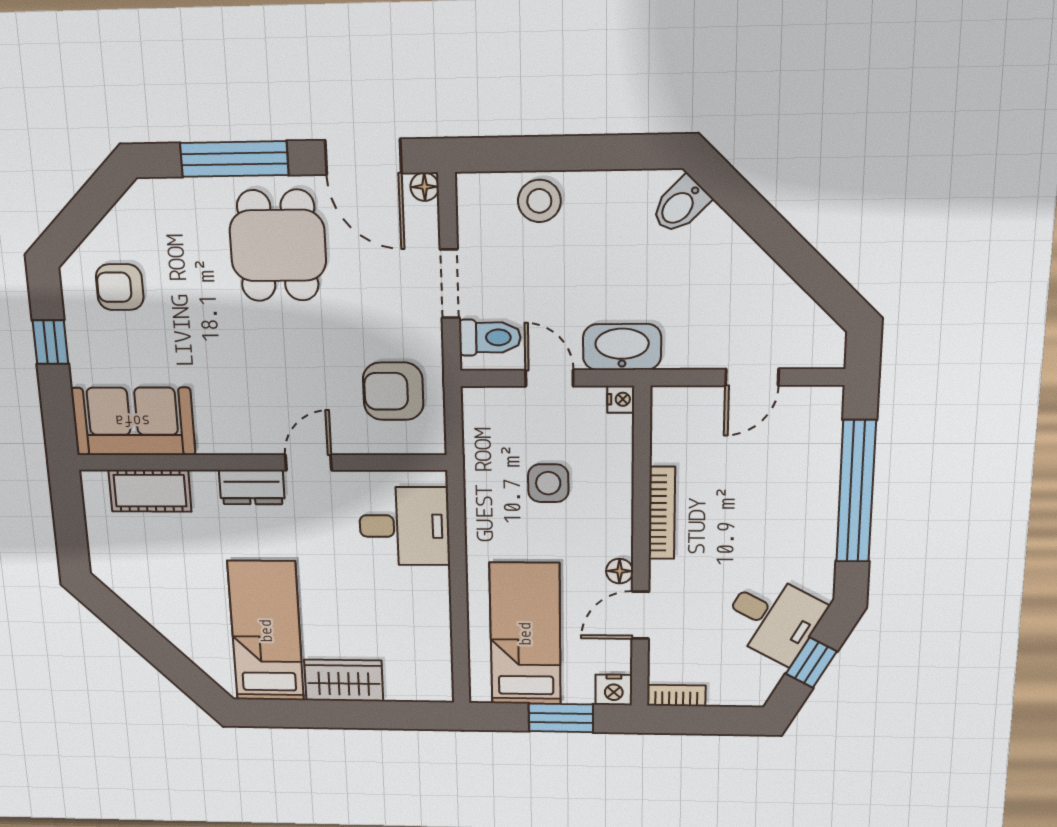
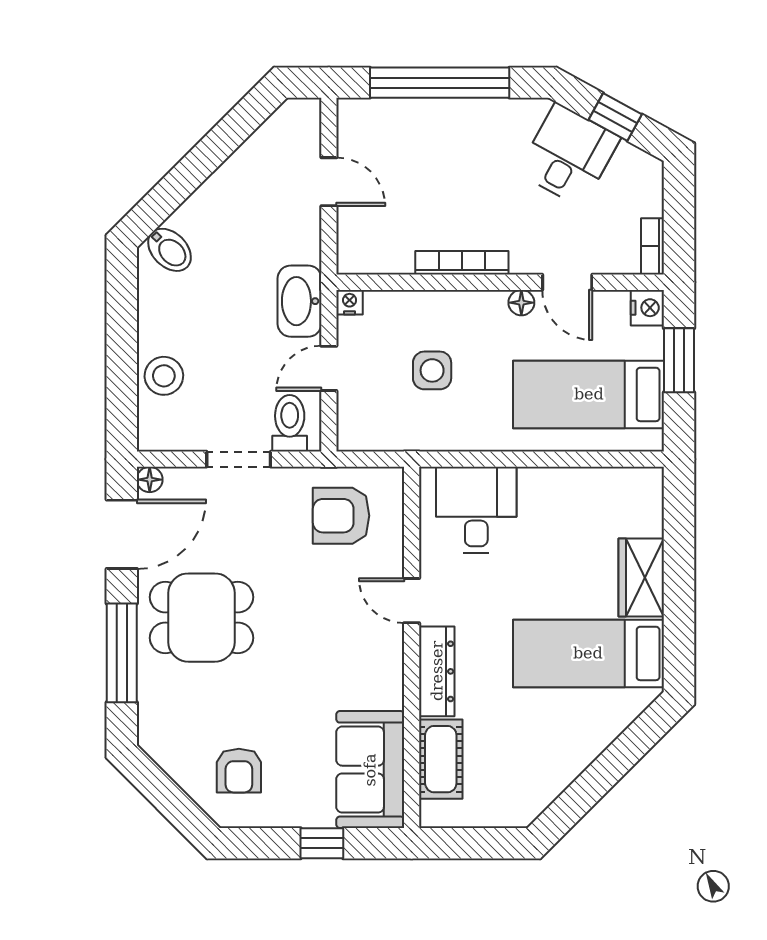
window: (50, 342) -> (322, 843), moved
armchair: (393, 391) -> (341, 516), turned 90
dresser: (252, 487) -> (437, 671), width x1.44

